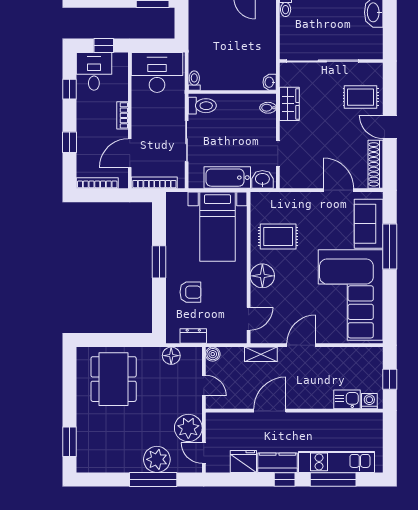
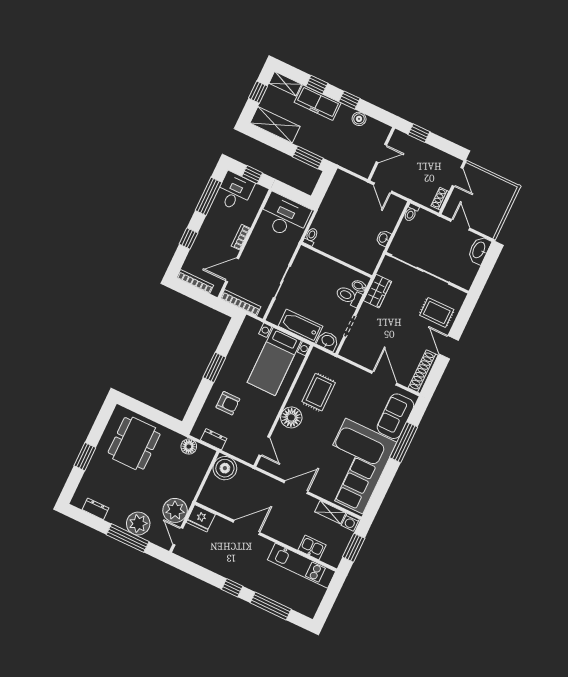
washbasin: (270, 82) -> (383, 238), moved
window: (69, 89) -> (208, 196), width x2.17
toilet: (202, 106) -> (349, 296), moved, turned 180
rug: (278, 236) -> (319, 392), turned 90
door: (249, 319) -> (264, 446), hinge flipped
boiler: (213, 354) -> (225, 468), width x1.86, depth x1.86
shelving: (261, 354) -> (330, 512), moved
window: (390, 379) -> (354, 548), width x1.50
door: (204, 385) -> (203, 483), removed
washing machine: (369, 401) -> (350, 522), moved, turned 180
window: (69, 442) -> (85, 457), moved
fridge: (243, 461) -> (201, 518), moved, turned 180
kitchen unit: (336, 462) -> (301, 566), moved, turned 180
kitchen counter: (278, 463) -> (233, 572), removed
dresser: (106, 465) -> (96, 509), added

